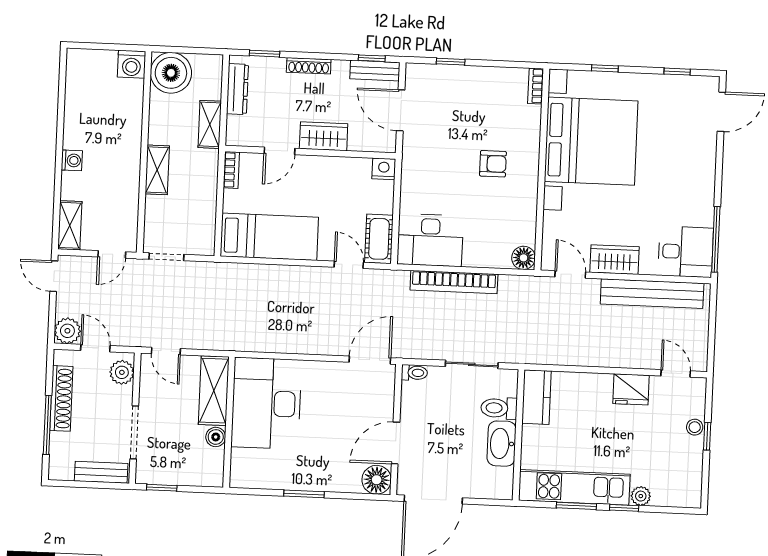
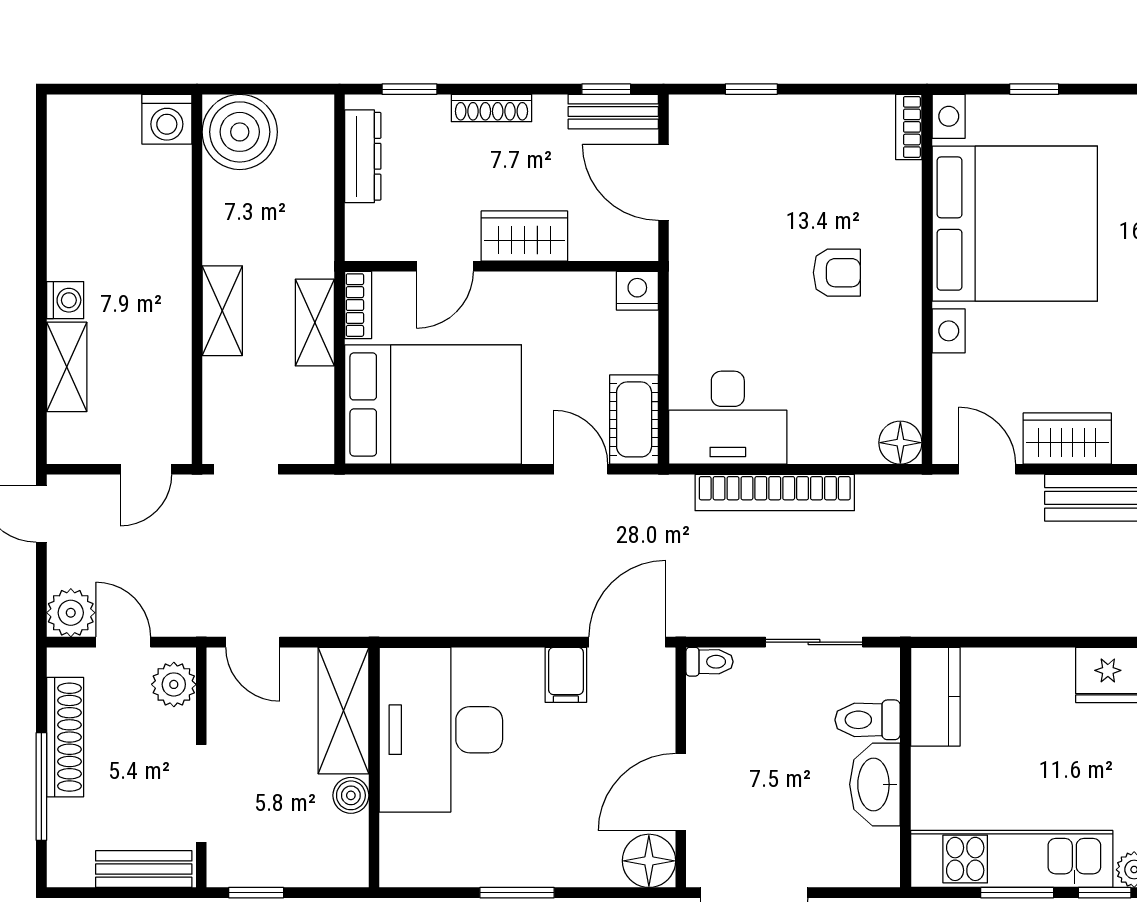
shelving: (210, 124) -> (315, 323), moved
shelving: (70, 225) -> (67, 367), moved
bed: (269, 237) -> (433, 404), width x1.50
filing cabinet: (336, 376) -> (566, 675), added

